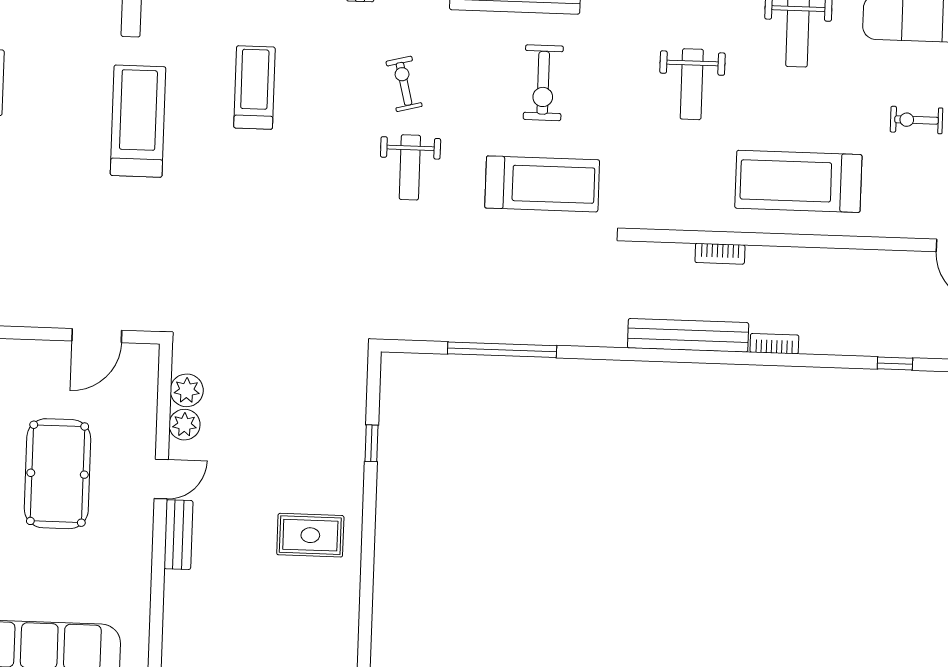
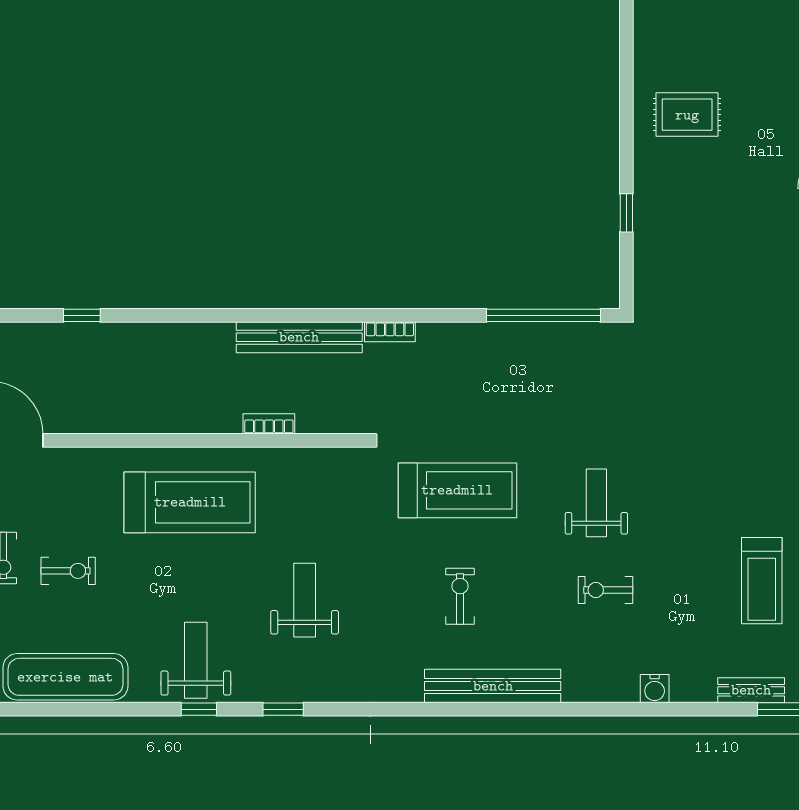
exercise bike: (543, 83) -> (460, 596), width x0.73, depth x0.72
exercise bike: (404, 84) -> (605, 590), turned 104
treadmill: (542, 184) -> (457, 490), turned 180
bookcase: (774, 344) -> (390, 332), moved
window: (502, 350) -> (543, 315), moved

